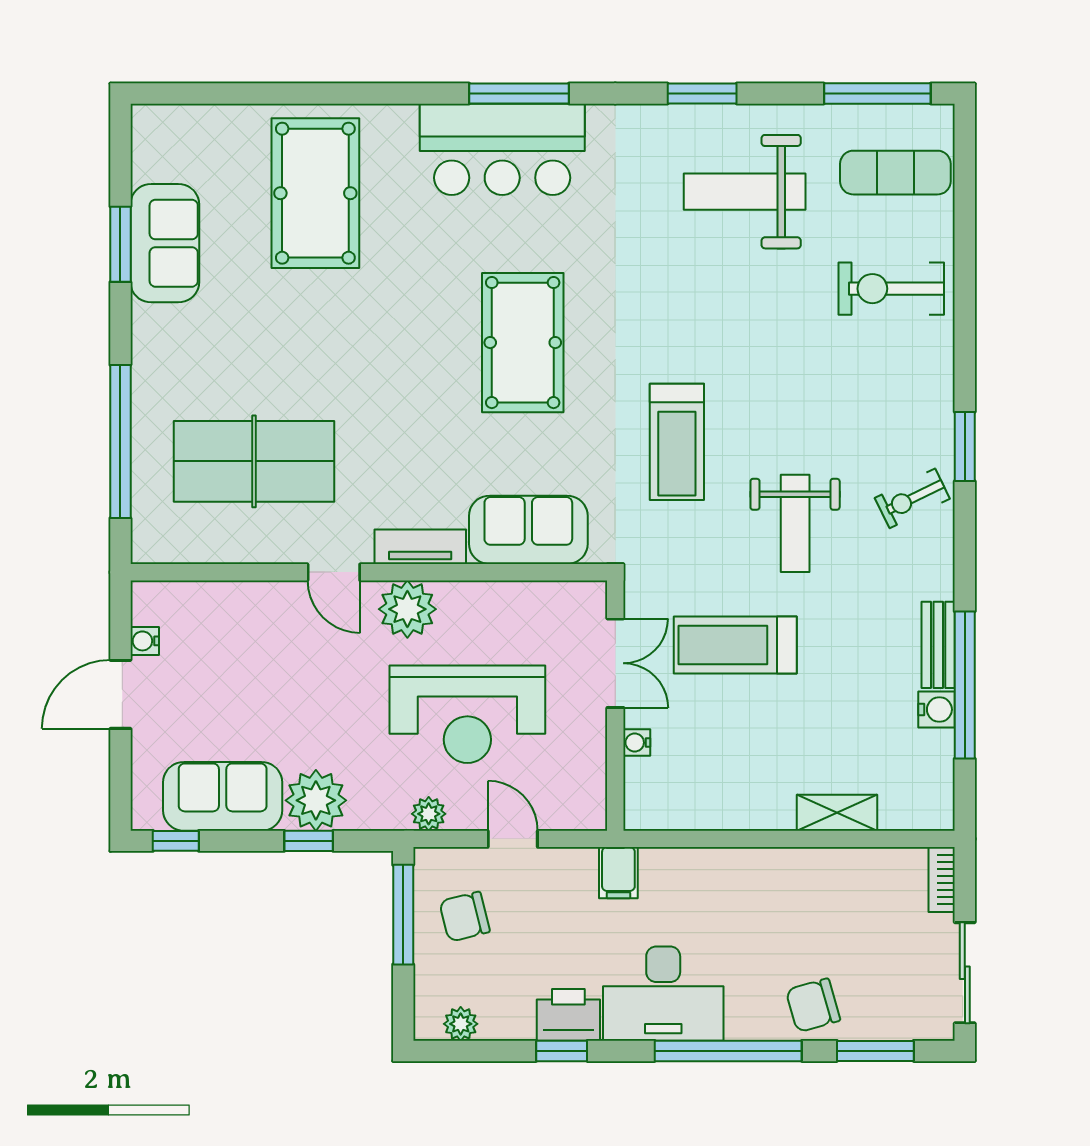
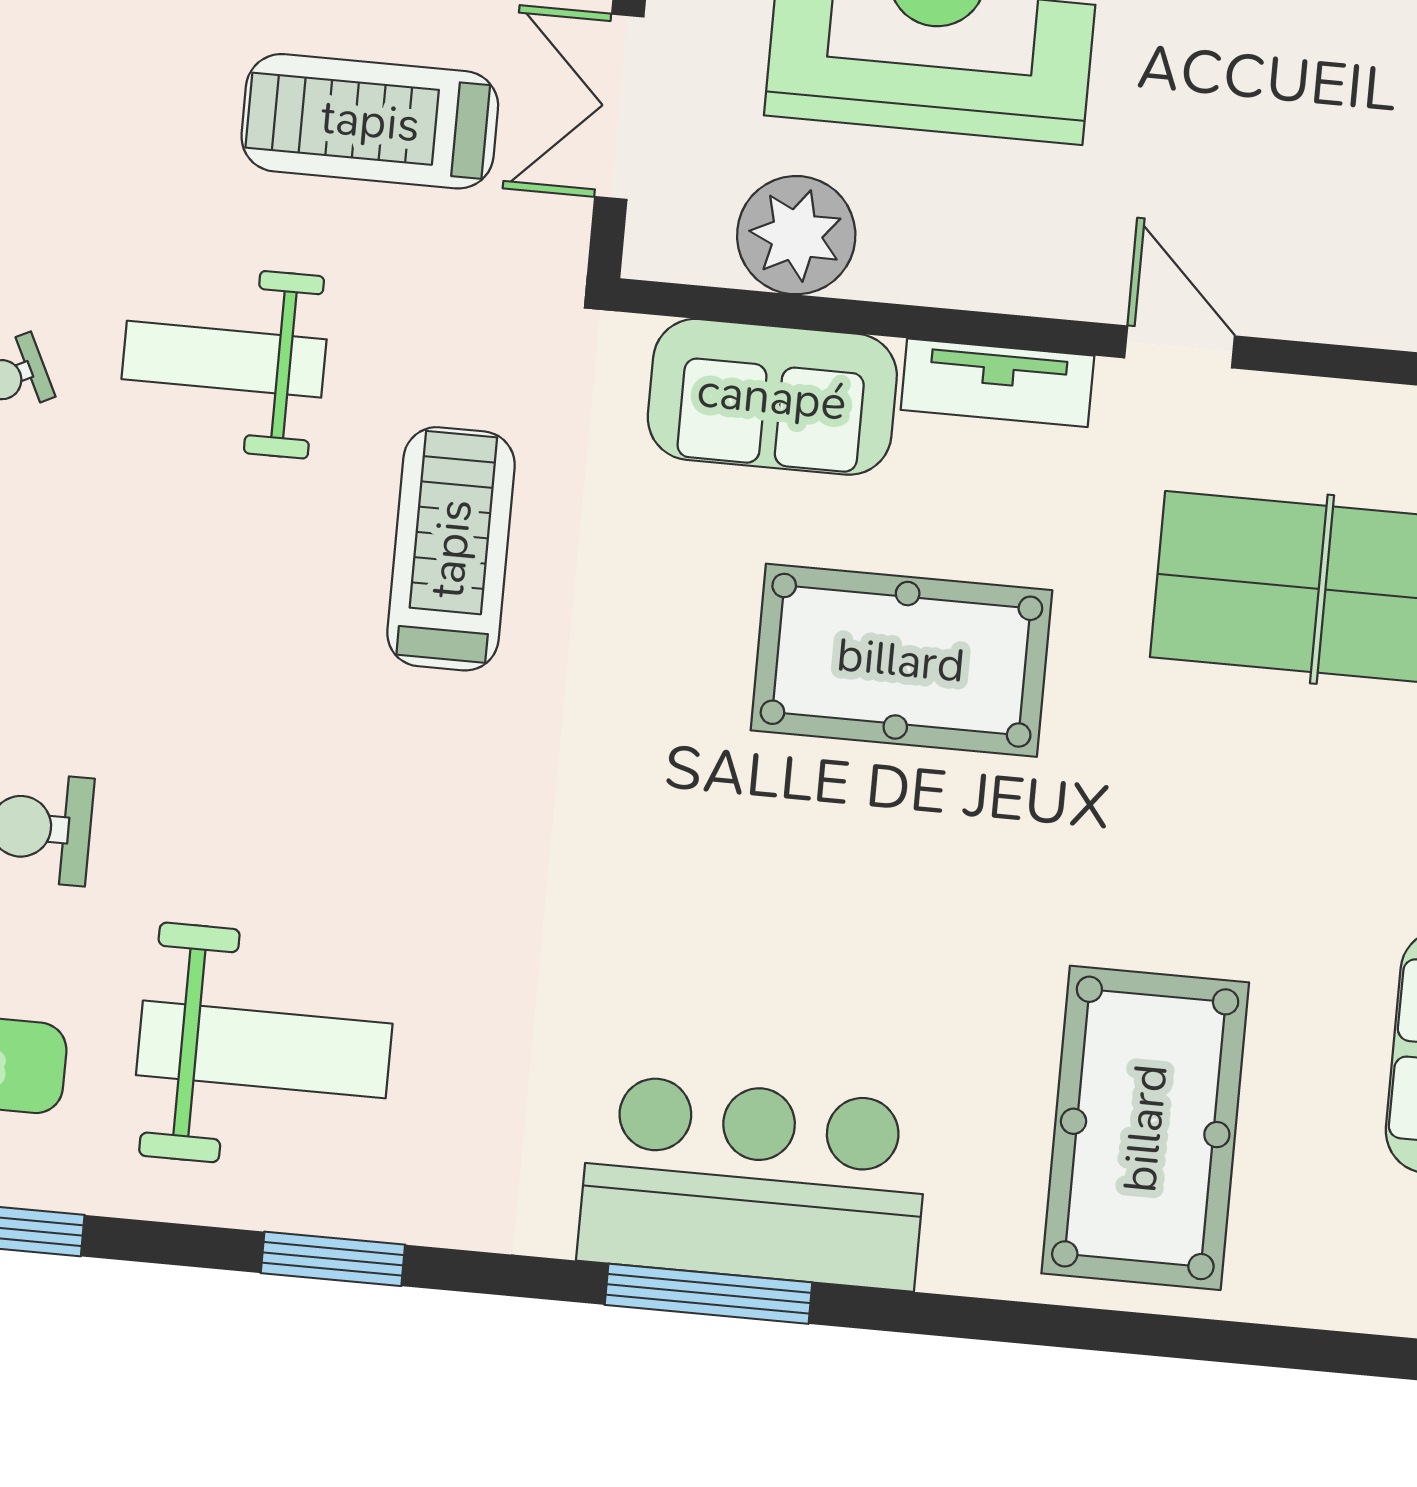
pool table: (523, 343) -> (901, 660), moved, turned 90
weight bench: (795, 523) -> (224, 359), turned -90
plant: (407, 609) -> (796, 235), moved
treadmill: (735, 645) -> (370, 121), turned 180

